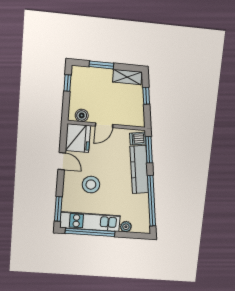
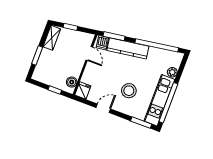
window: (67, 83) -> (55, 90), moved
door: (104, 125) -> (89, 53), moved
fridge: (78, 138) -> (83, 91), width x0.53, depth x0.75

